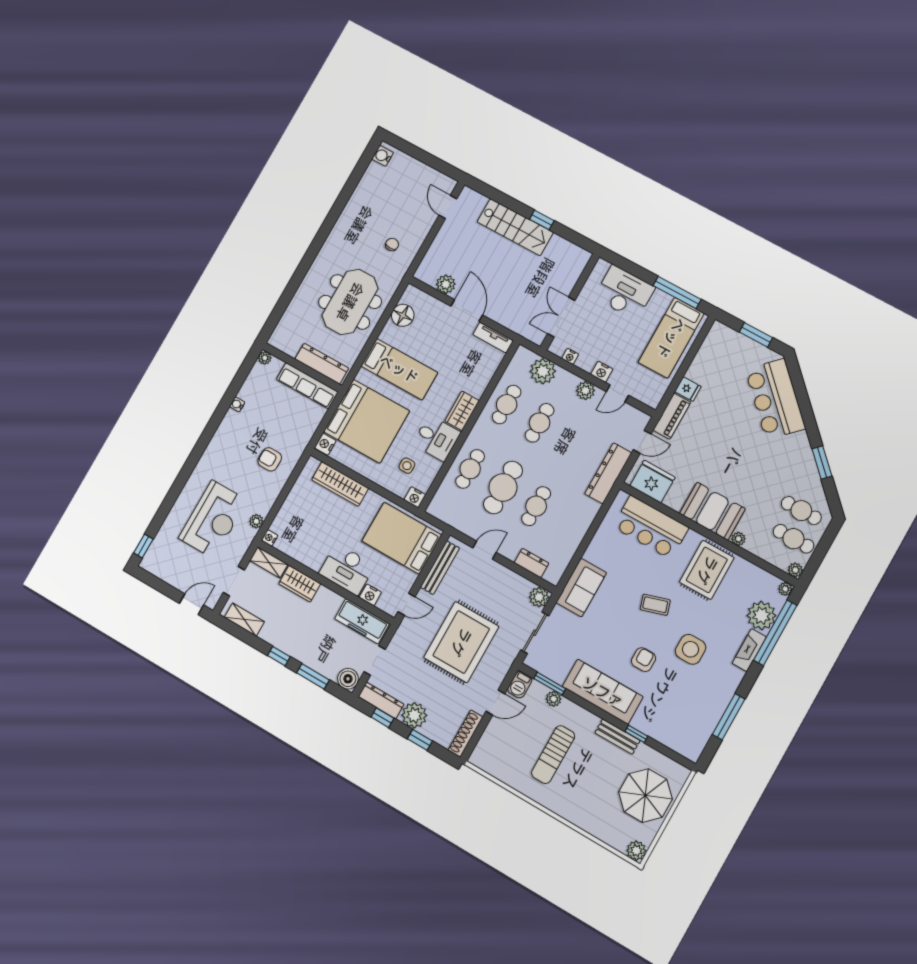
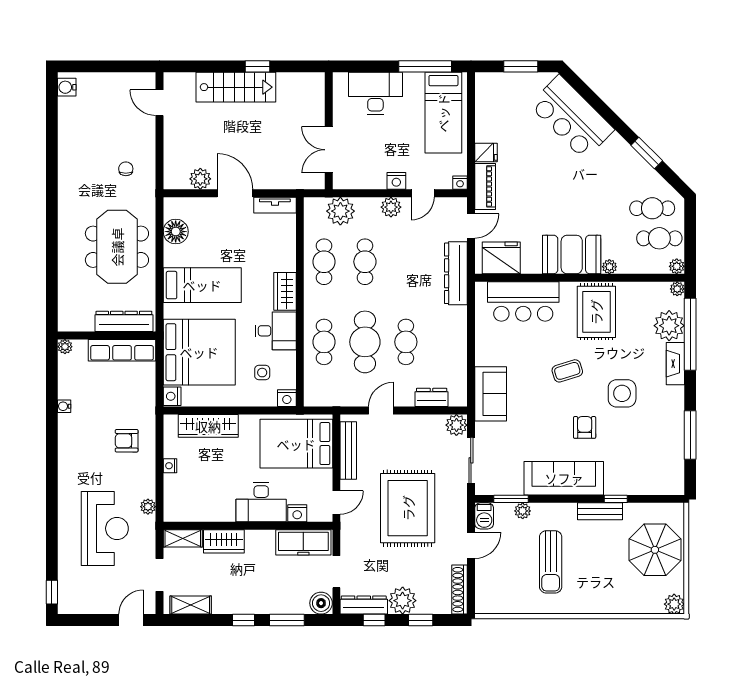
nightstand: (570, 356) -> (460, 183), moved
nightstand: (270, 538) -> (170, 466), moved

